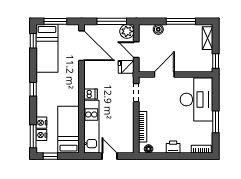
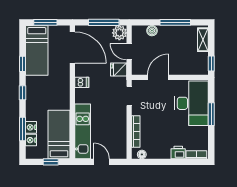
window: (33, 41) -> (22, 64), moved
dishwasher: (91, 94) -> (82, 82), moved
window: (216, 122) -> (211, 114), moved
window: (33, 136) -> (22, 129), moved
printer: (173, 147) -> (178, 152), moved
window: (50, 156) -> (51, 162), moved

